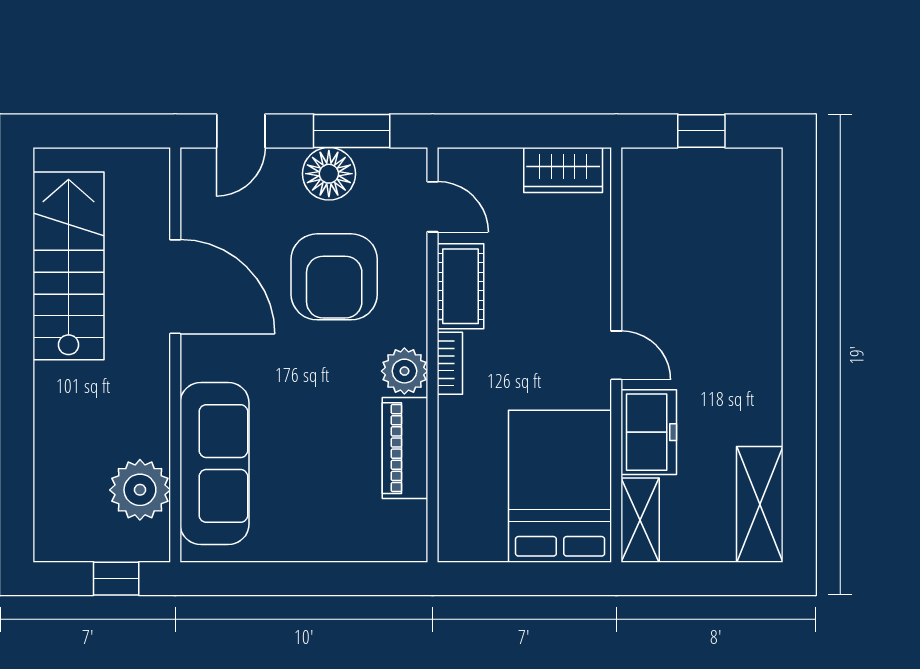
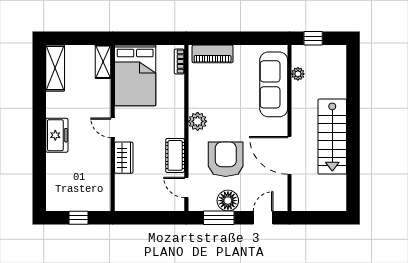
wardrobe: (563, 170) -> (124, 158), moved, turned 90
stairs: (69, 266) -> (332, 137), moved
bookcase: (450, 363) -> (179, 62), moved
freezer: (649, 432) -> (57, 135), moved, turned 180
piano: (405, 448) -> (213, 54), moved, turned 90
plant: (140, 490) -> (298, 74), width x0.53, depth x0.53

